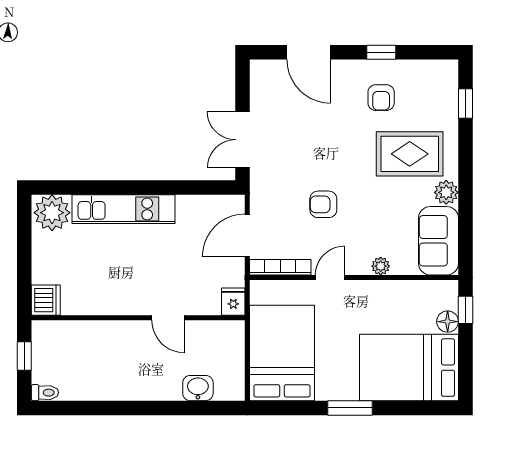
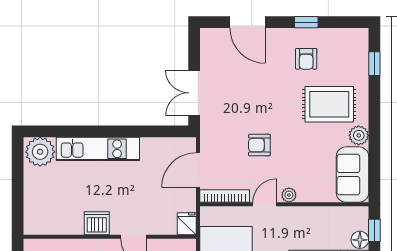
plant: (381, 266) -> (289, 195), moved
dishwasher: (46, 300) -> (97, 223), moved, turned -90

